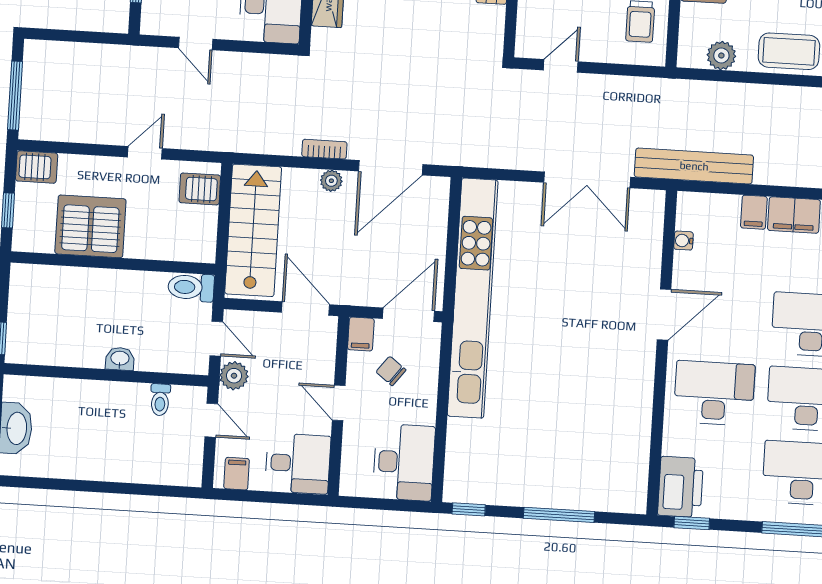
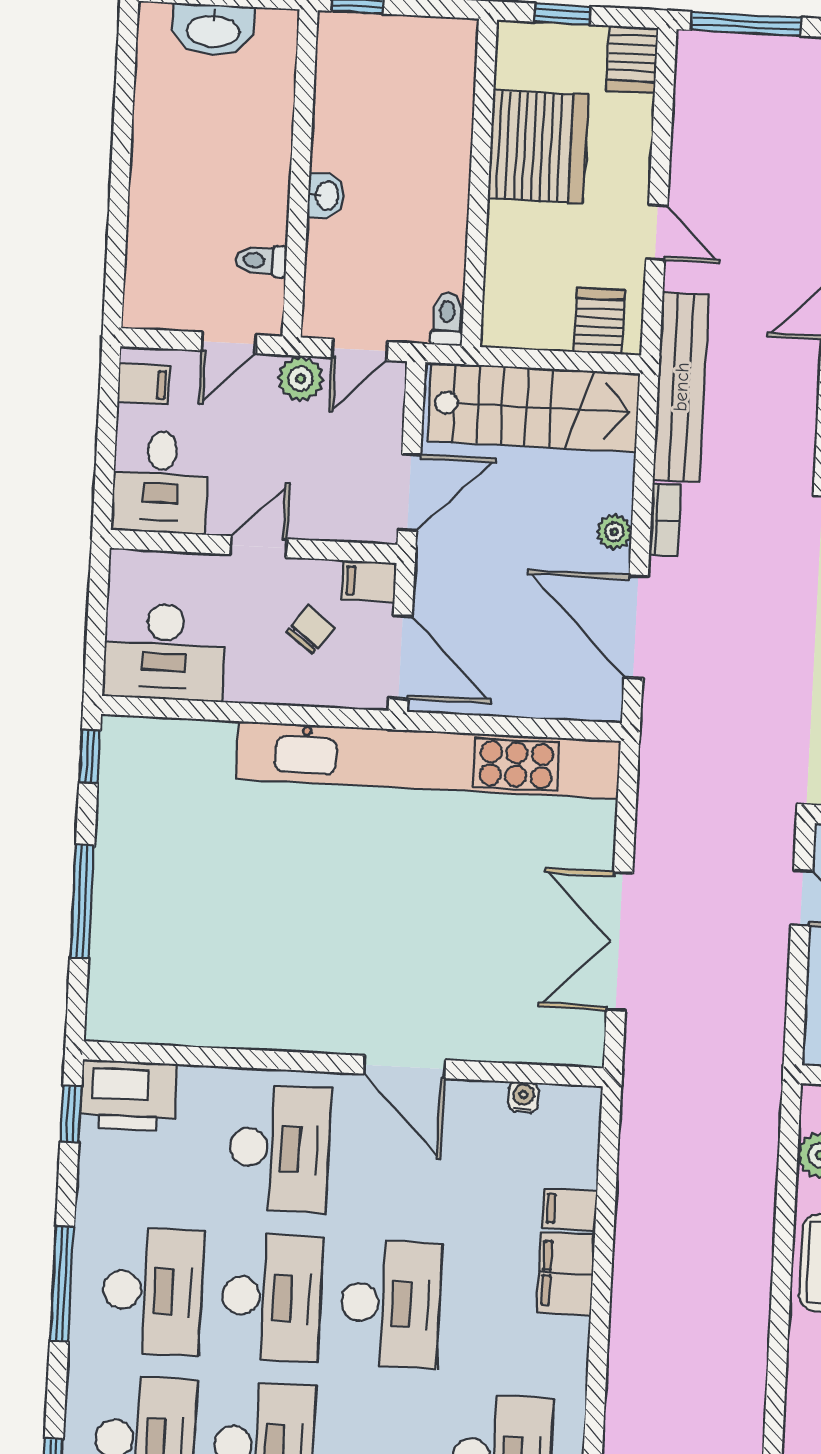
bench: (694, 166) -> (681, 387), moved
toilet: (191, 287) -> (447, 319), width x0.73, depth x0.72

